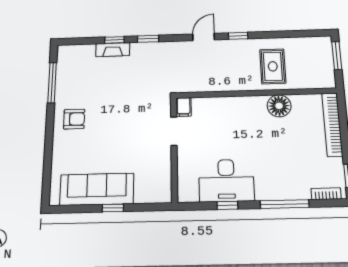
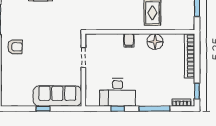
filing cabinet: (184, 107) -> (129, 40), moved
sofa: (97, 189) -> (57, 96), moved

